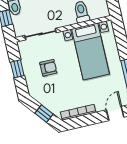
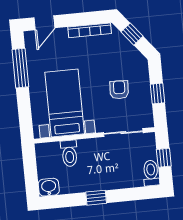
armchair: (48, 68) -> (119, 90), turned 93

